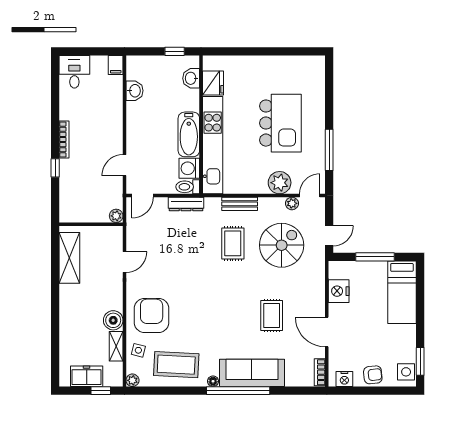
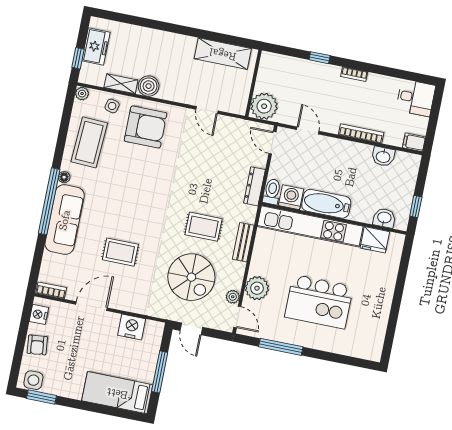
bookcase: (118, 115) -> (361, 134), added
bookcase: (64, 140) -> (354, 74), width x0.64
plant: (116, 216) -> (264, 106), width x1.88, depth x1.88

